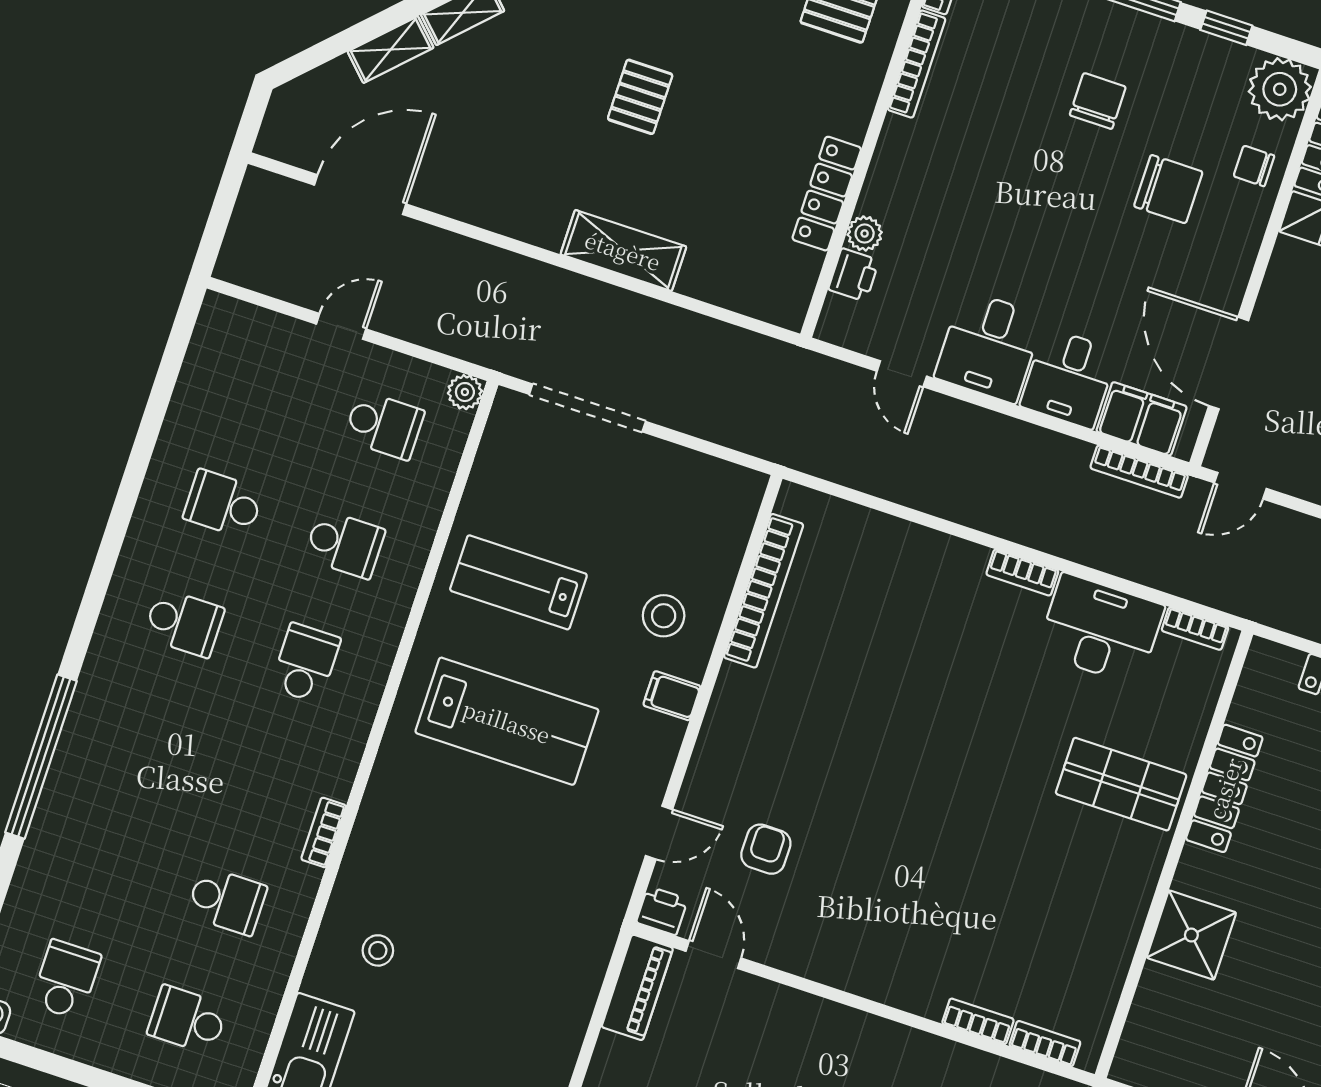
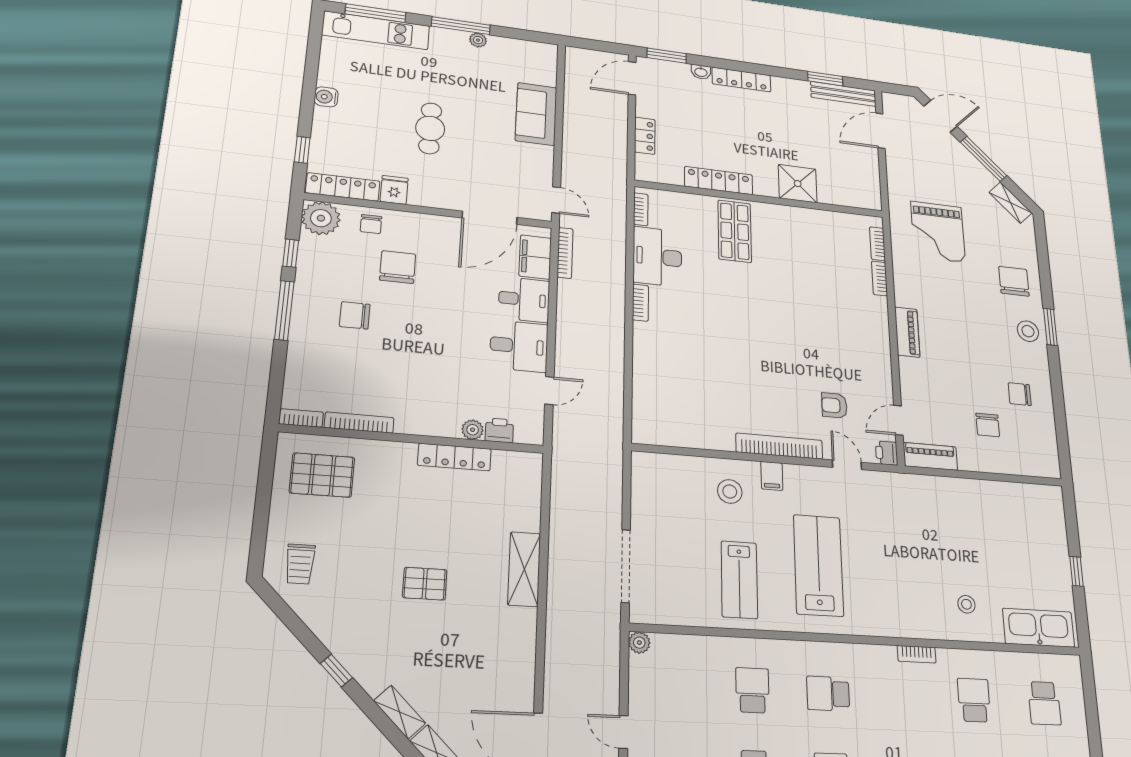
school desk: (384, 425) -> (675, 687), removed
bookcase: (764, 591) -> (779, 446), moved
piano: (867, 1034) -> (907, 332), added

